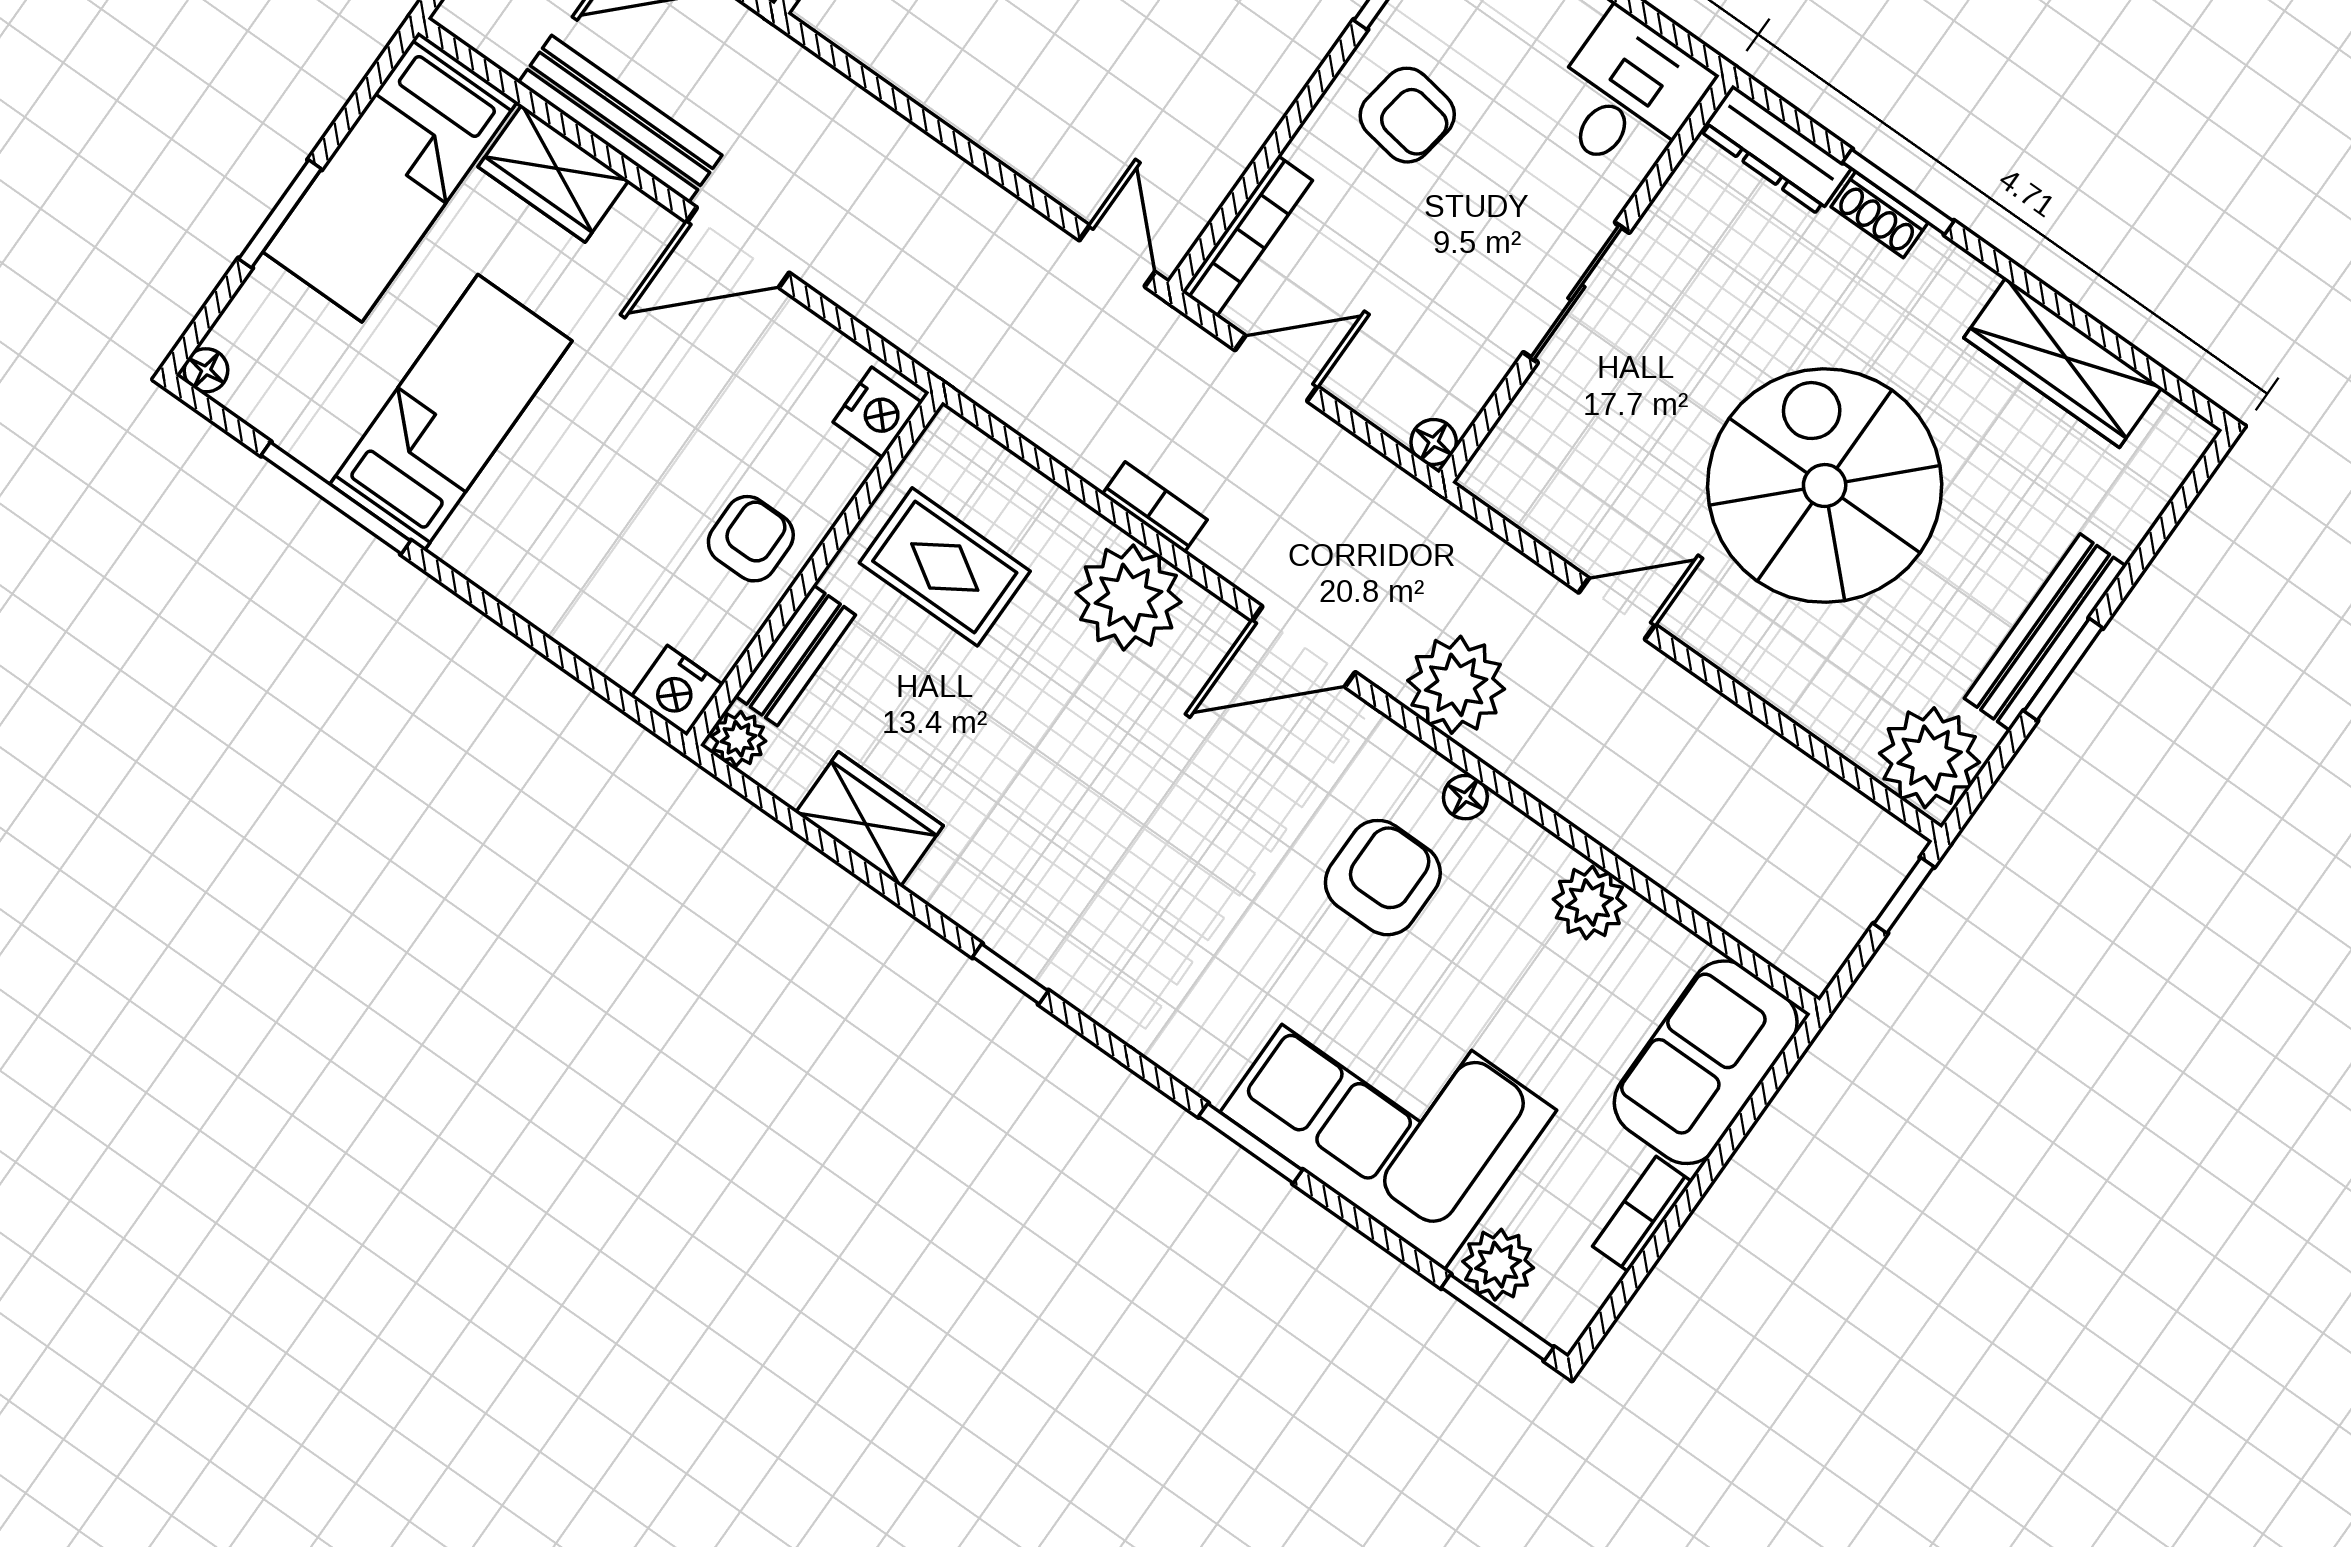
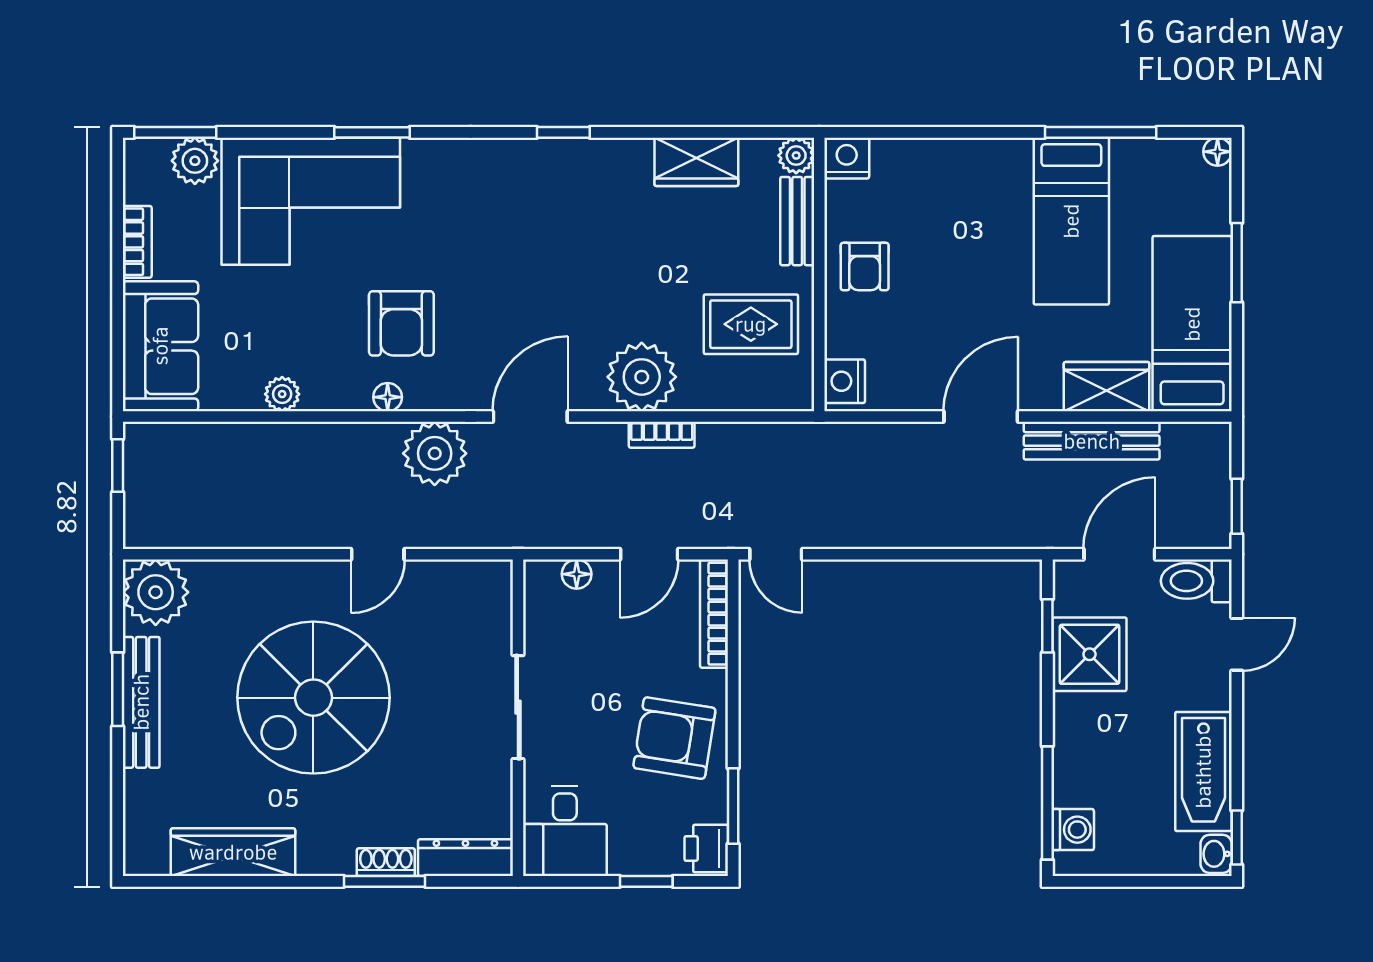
armchair: (1407, 115) -> (674, 738), width x1.38, depth x1.38
floor lamp: (1434, 442) -> (577, 574), moved
spiral stairs: (1825, 486) -> (313, 698), turned 90
window: (1904, 895) -> (118, 465), moved
plant: (1589, 903) -> (282, 394), width x0.73, depth x0.73

